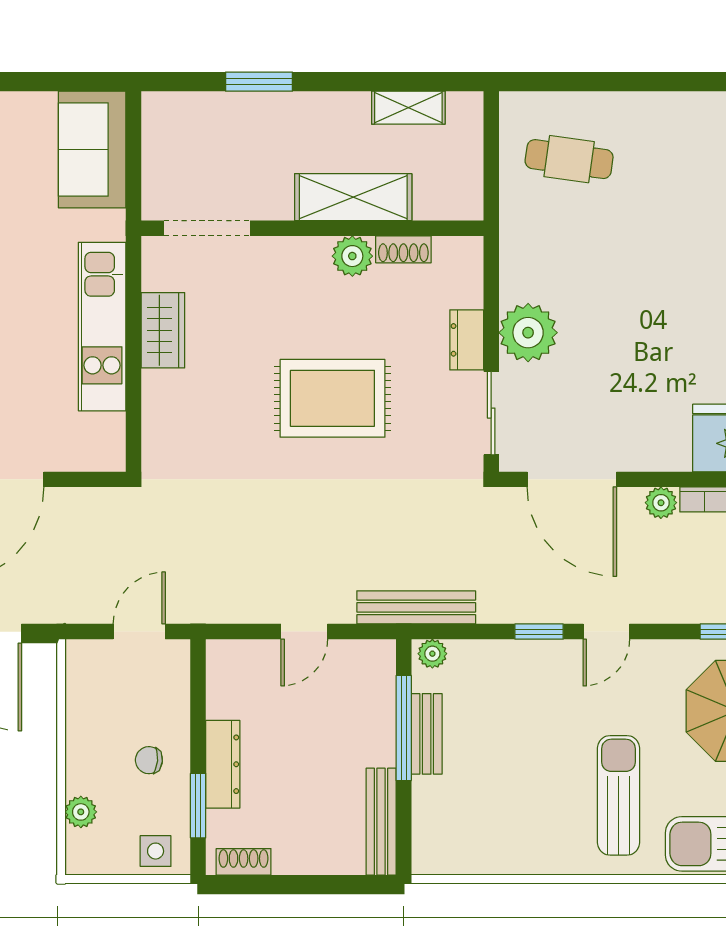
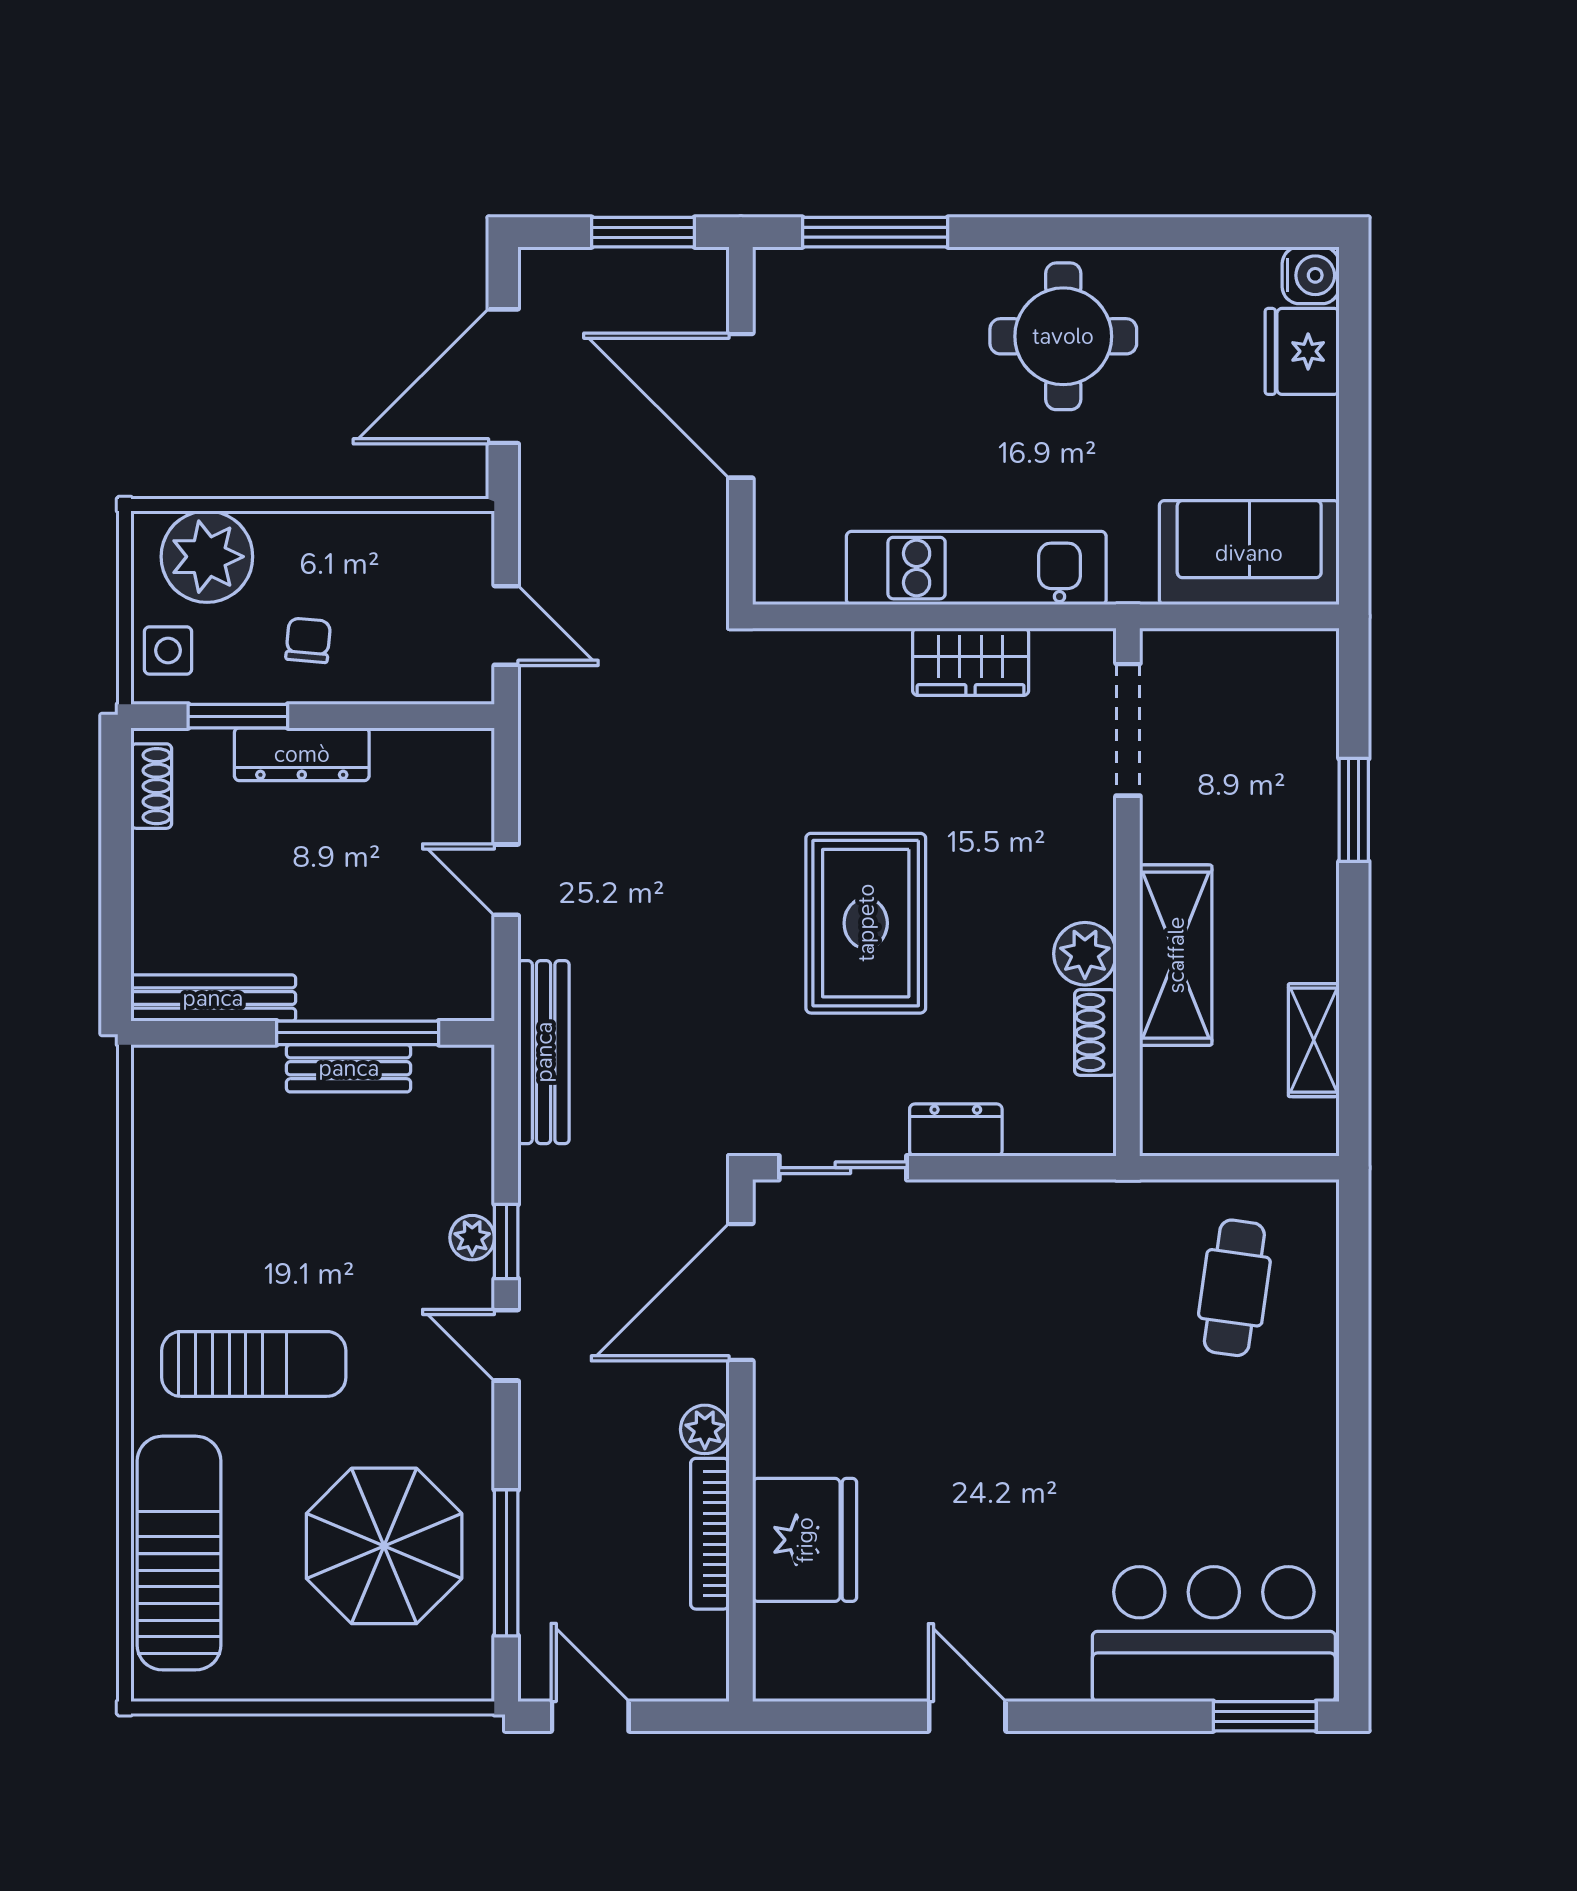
plant: (528, 333) -> (967, 1225), removed
plant: (432, 654) -> (472, 1238), moved
plant: (81, 812) -> (207, 557), width x1.87, depth x1.87

